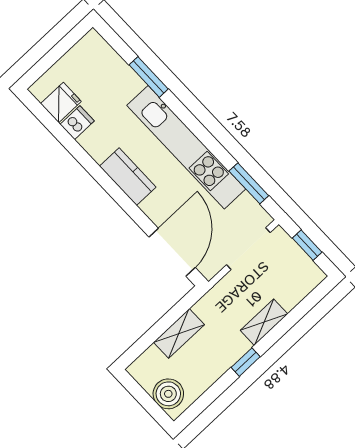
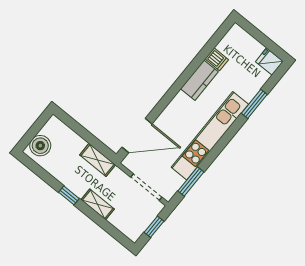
fridge: (61, 102) -> (269, 62), moved, turned 180
kitchen counter: (128, 177) -> (199, 80), moved
shelving: (179, 333) -> (98, 160), moved

